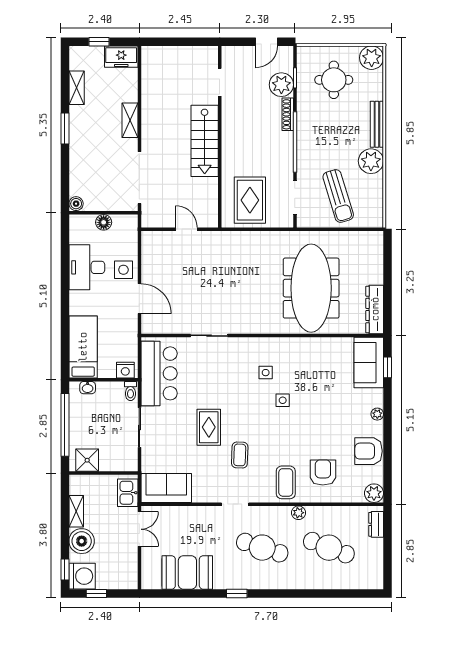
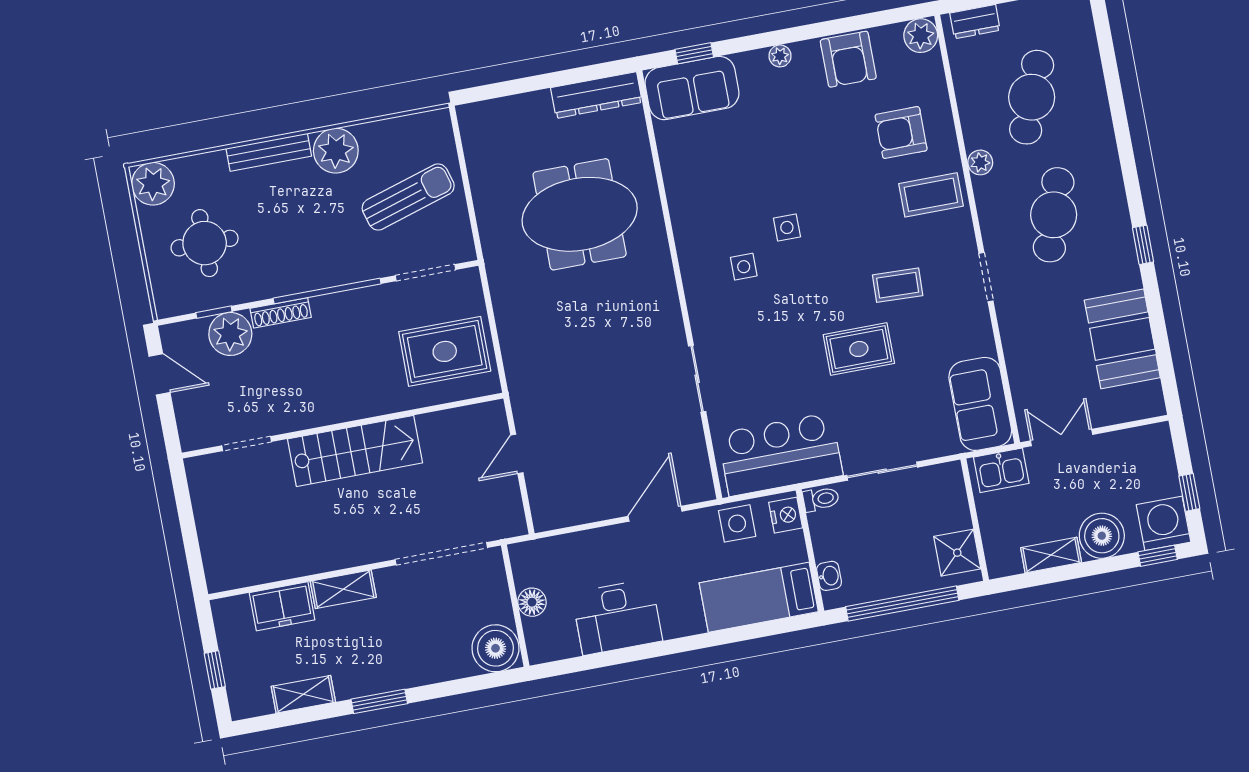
freezer: (121, 57) -> (282, 606), moved, turned 90
boiler: (76, 204) -> (495, 648), width x1.86, depth x1.86
side table: (123, 270) -> (737, 523), moved
meeting table: (311, 288) -> (580, 214), width x0.73

